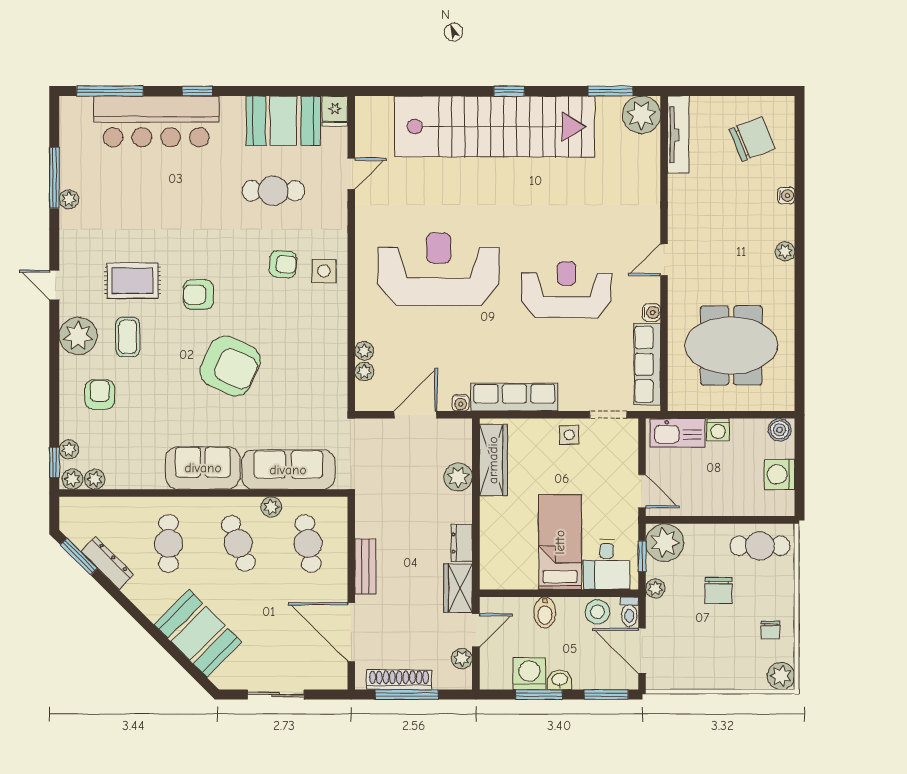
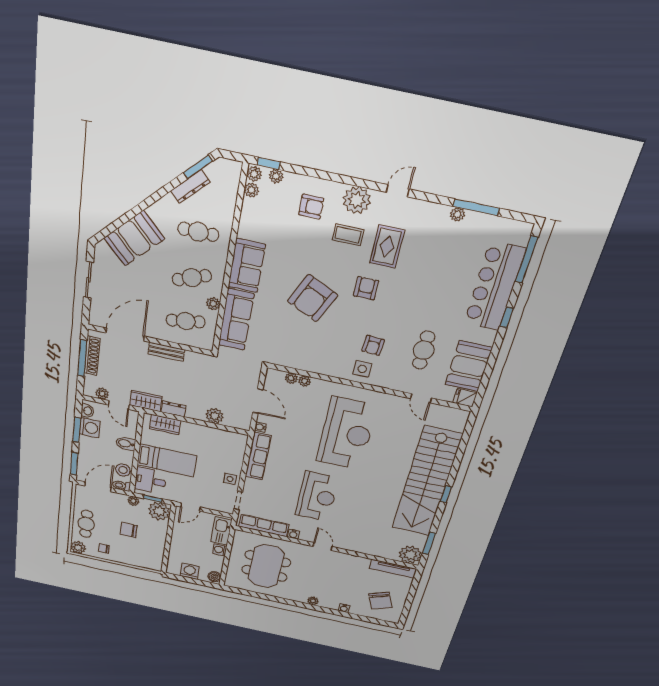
wardrobe: (493, 460) -> (165, 425), moved, width x0.67
cafe table: (760, 546) -> (86, 524), moved
washbasin: (560, 680) -> (87, 411), moved

